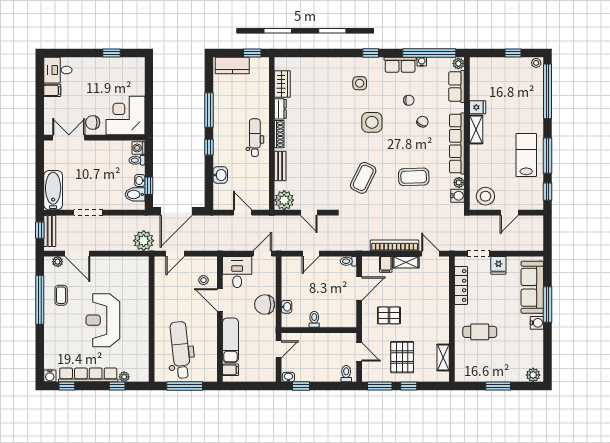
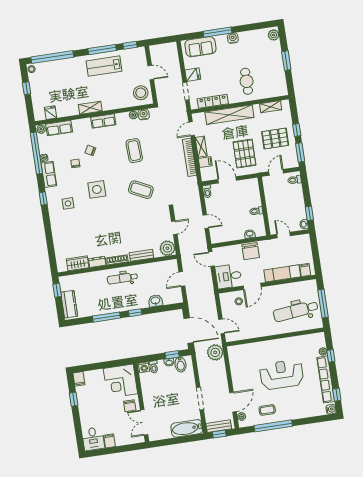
filing cabinet: (136, 63) -> (79, 379), added
fridge: (478, 107) -> (51, 113), moved
row of seats: (457, 144) -> (103, 121), width x0.50
sofa: (532, 287) -> (200, 47), width x0.73
shelving: (441, 304) -> (229, 115), added
pallet: (389, 315) -> (244, 154), width x1.50, depth x1.42
reception desk: (103, 320) -> (282, 375), turned 180

